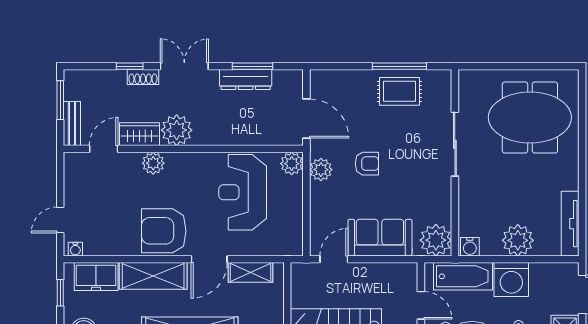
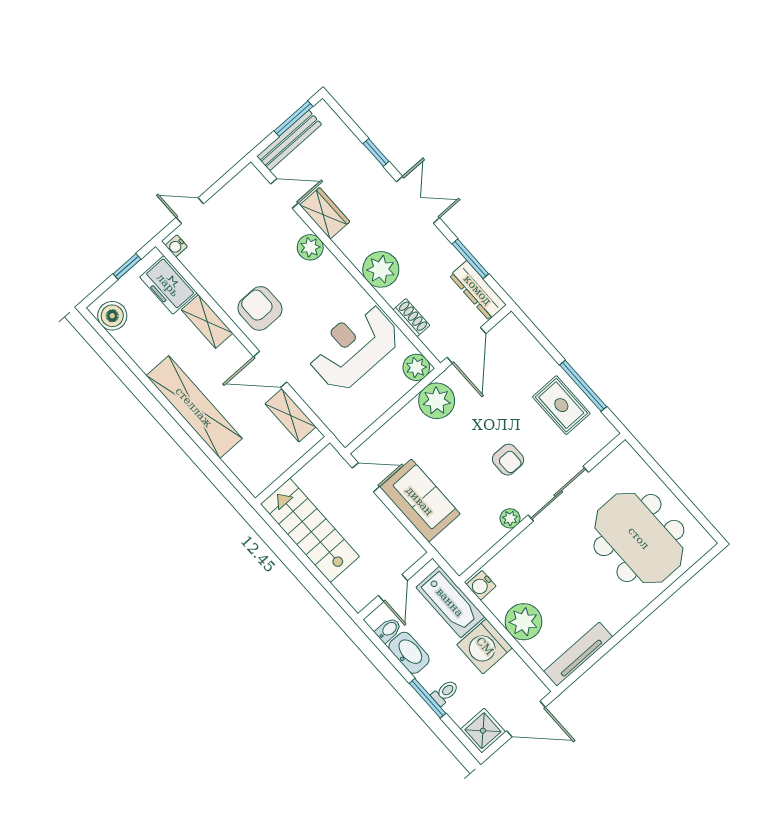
shoe rack: (143, 77) -> (411, 318), moved, turned 180
dresser: (246, 80) -> (478, 290), moved
bench: (72, 124) -> (289, 140), width x1.36
plant: (177, 130) -> (381, 269), moved
armchair: (367, 164) -> (508, 460), moved
plant: (321, 170) -> (437, 401), width x1.36, depth x1.36
armchair: (164, 231) -> (260, 308), width x0.73, depth x0.73
plant: (436, 240) -> (510, 518), moved, width x0.53, depth x0.53
shelving: (153, 276) -> (207, 322), width x0.67, depth x0.75

